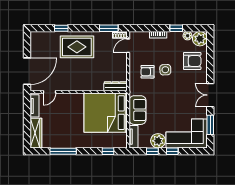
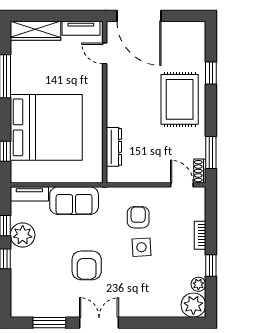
armchair: (192, 61) -> (87, 265), moved
dresser: (115, 86) -> (114, 147), moved
bed: (106, 113) -> (46, 127), moved, turned 90
corner sofa: (187, 133) -> (35, 283), removed

